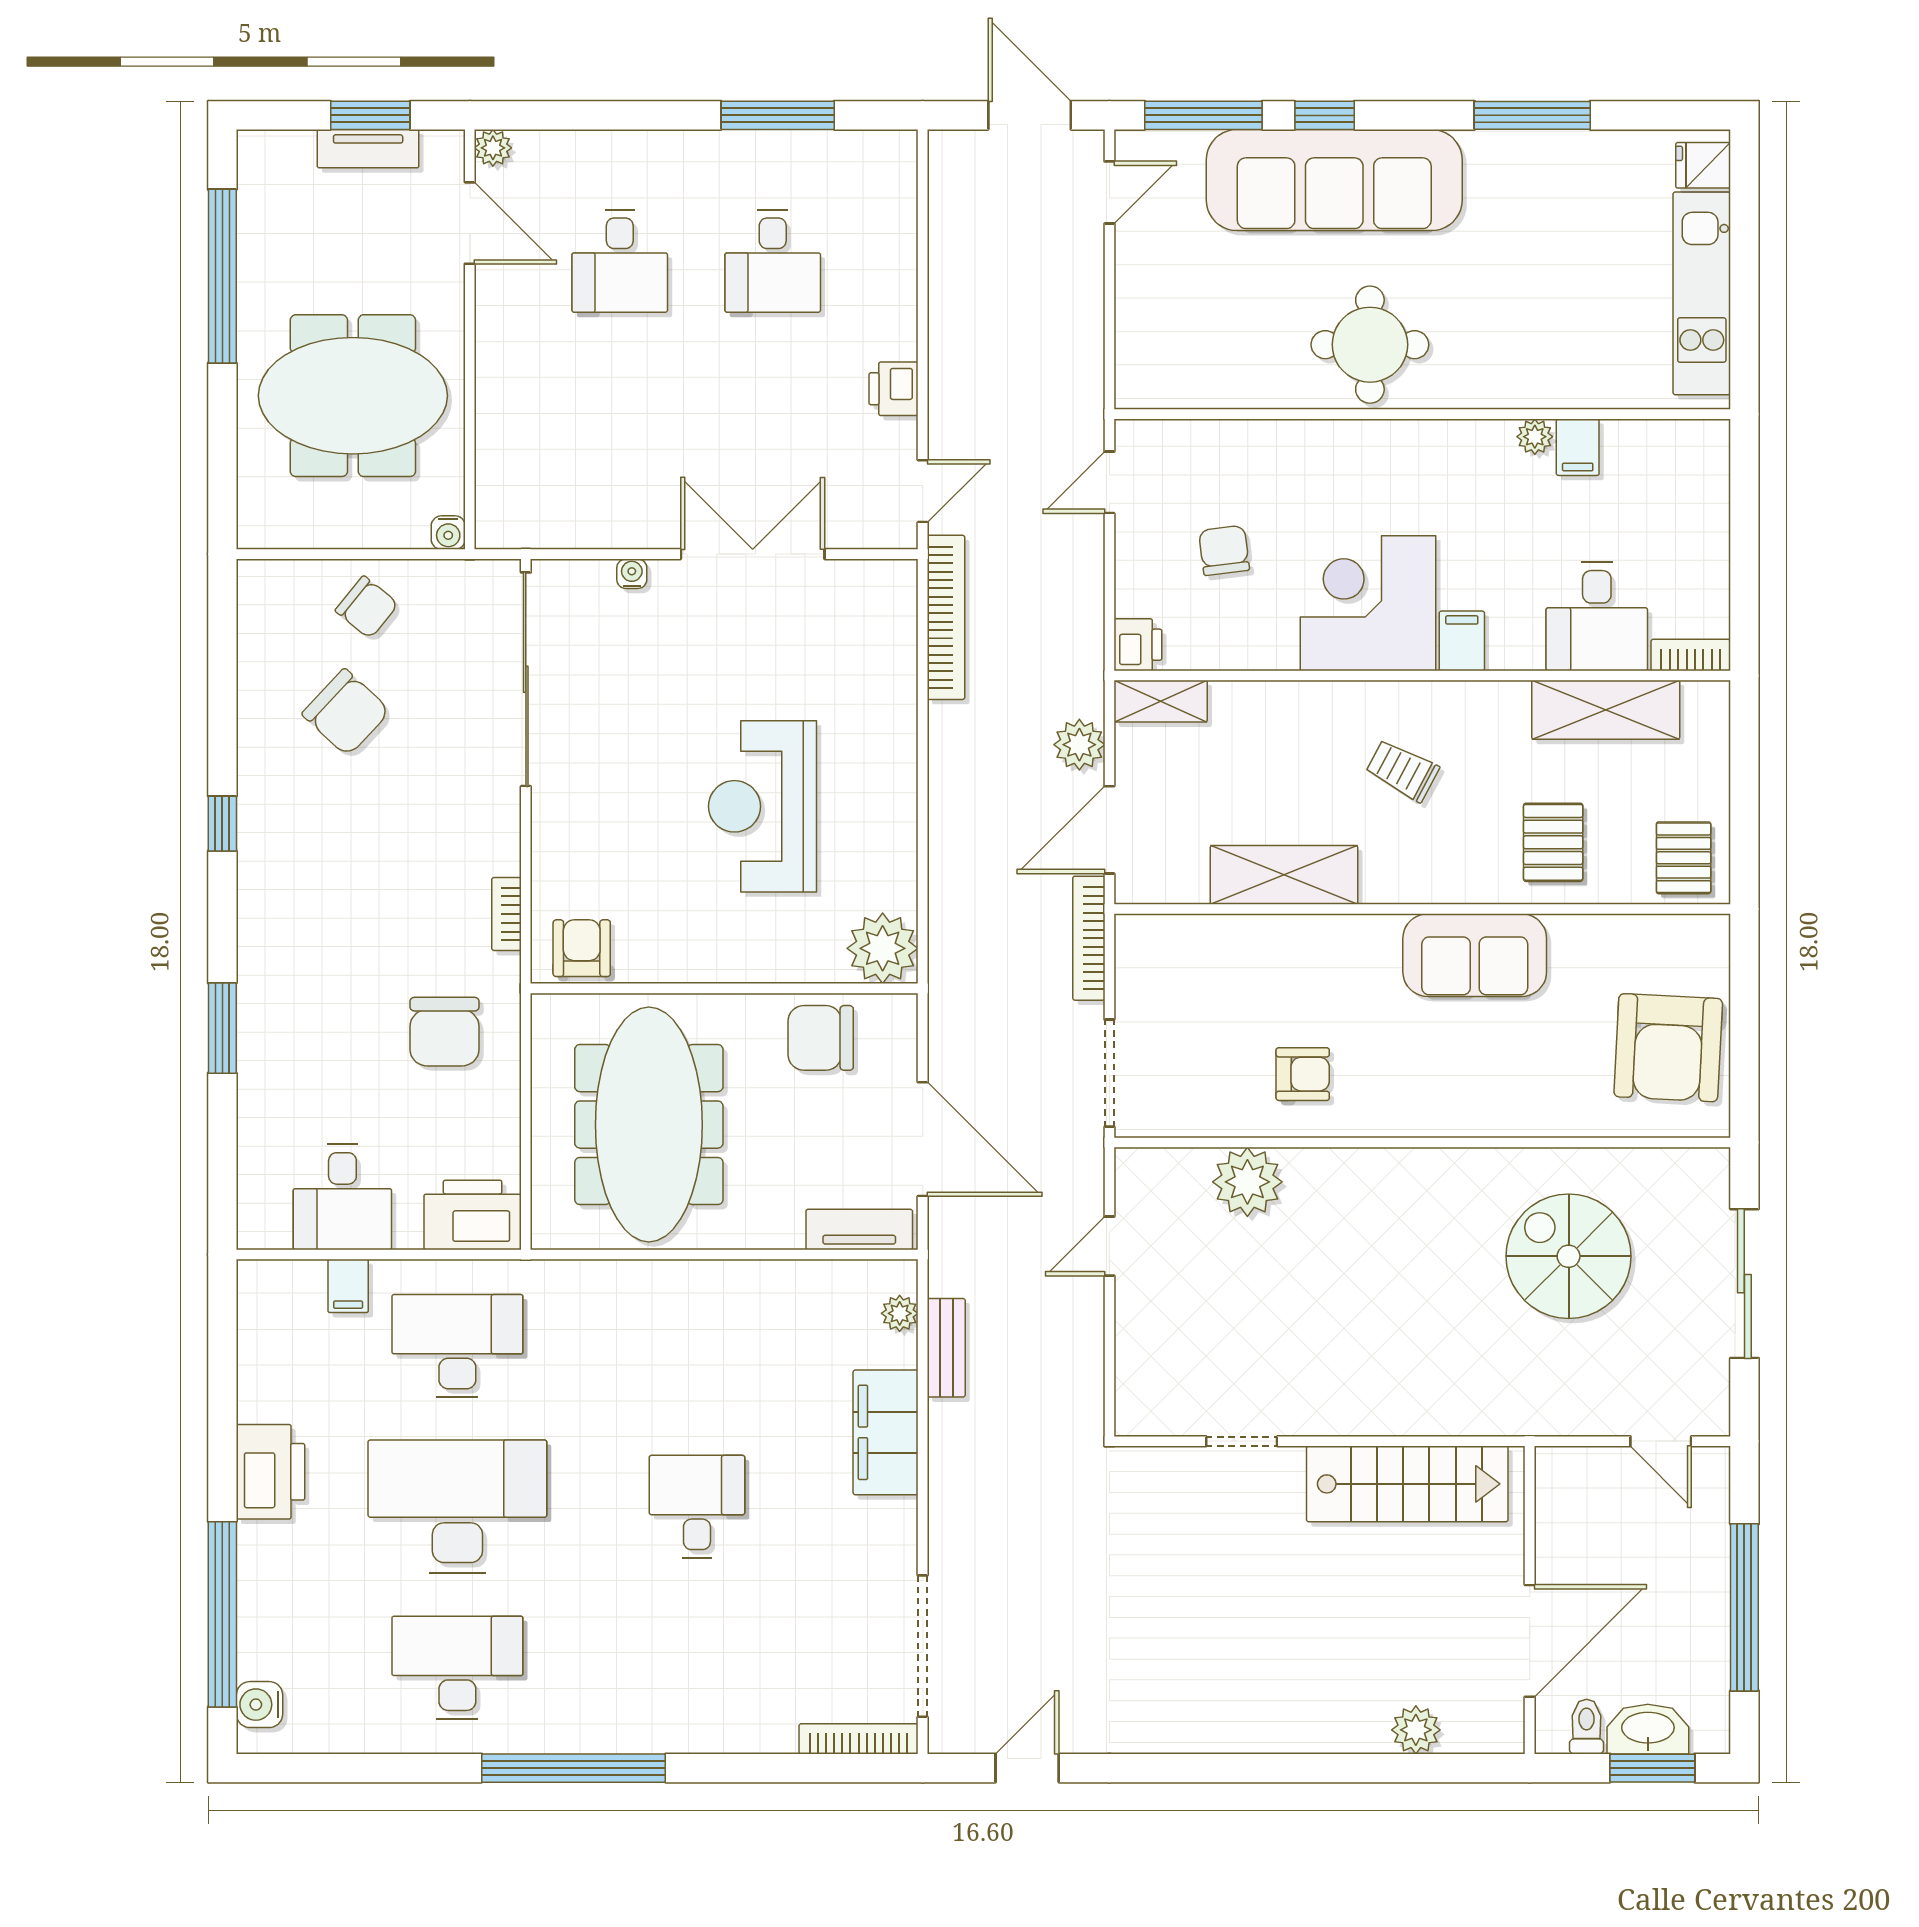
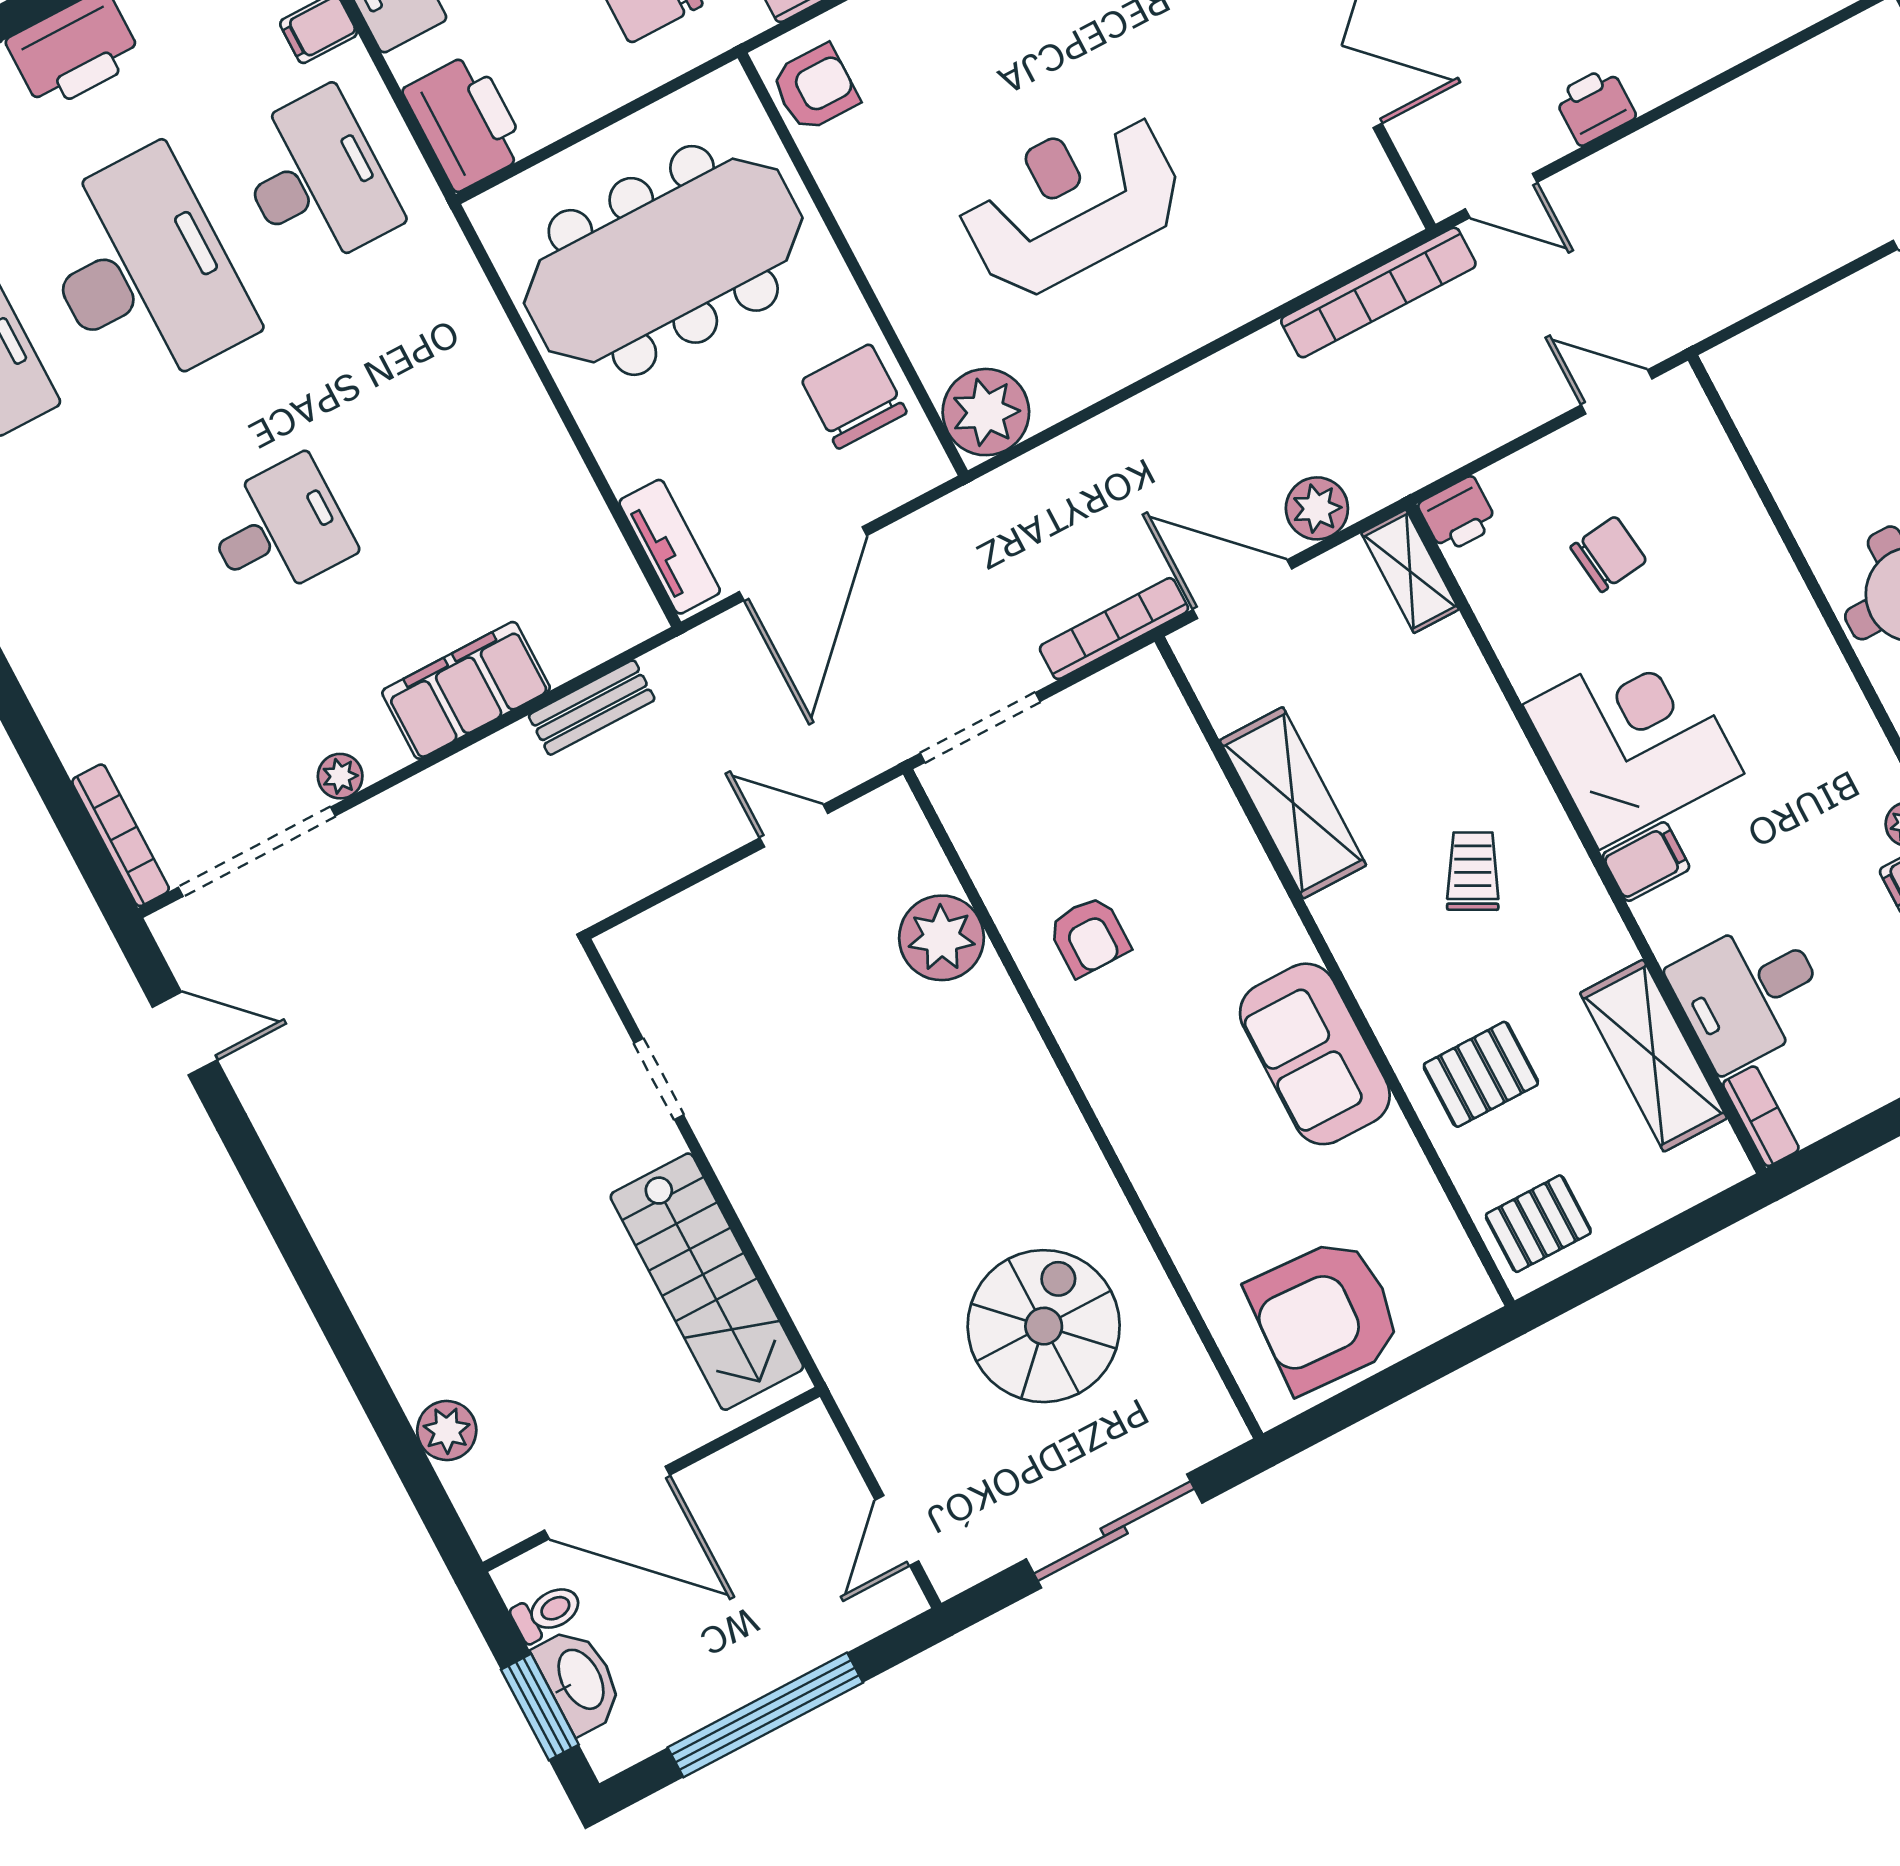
plant: (900, 1313) -> (340, 776), moved

